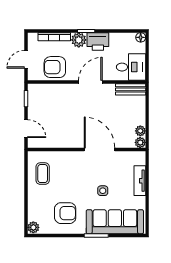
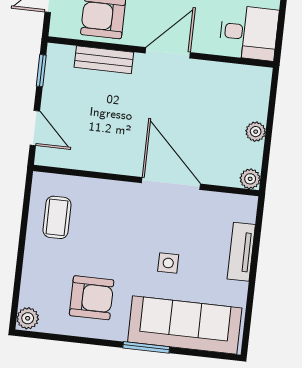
bench: (131, 89) -> (104, 60), moved
plant: (140, 131) -> (256, 132), moved

